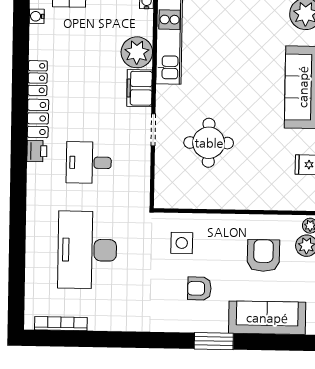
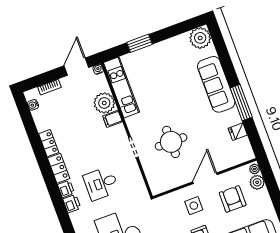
filing cabinet: (140, 88) -> (112, 119), width x0.50
printer: (37, 175) -> (72, 204), added
door: (236, 212) -> (205, 178), added
side table: (182, 243) -> (194, 206), moved

